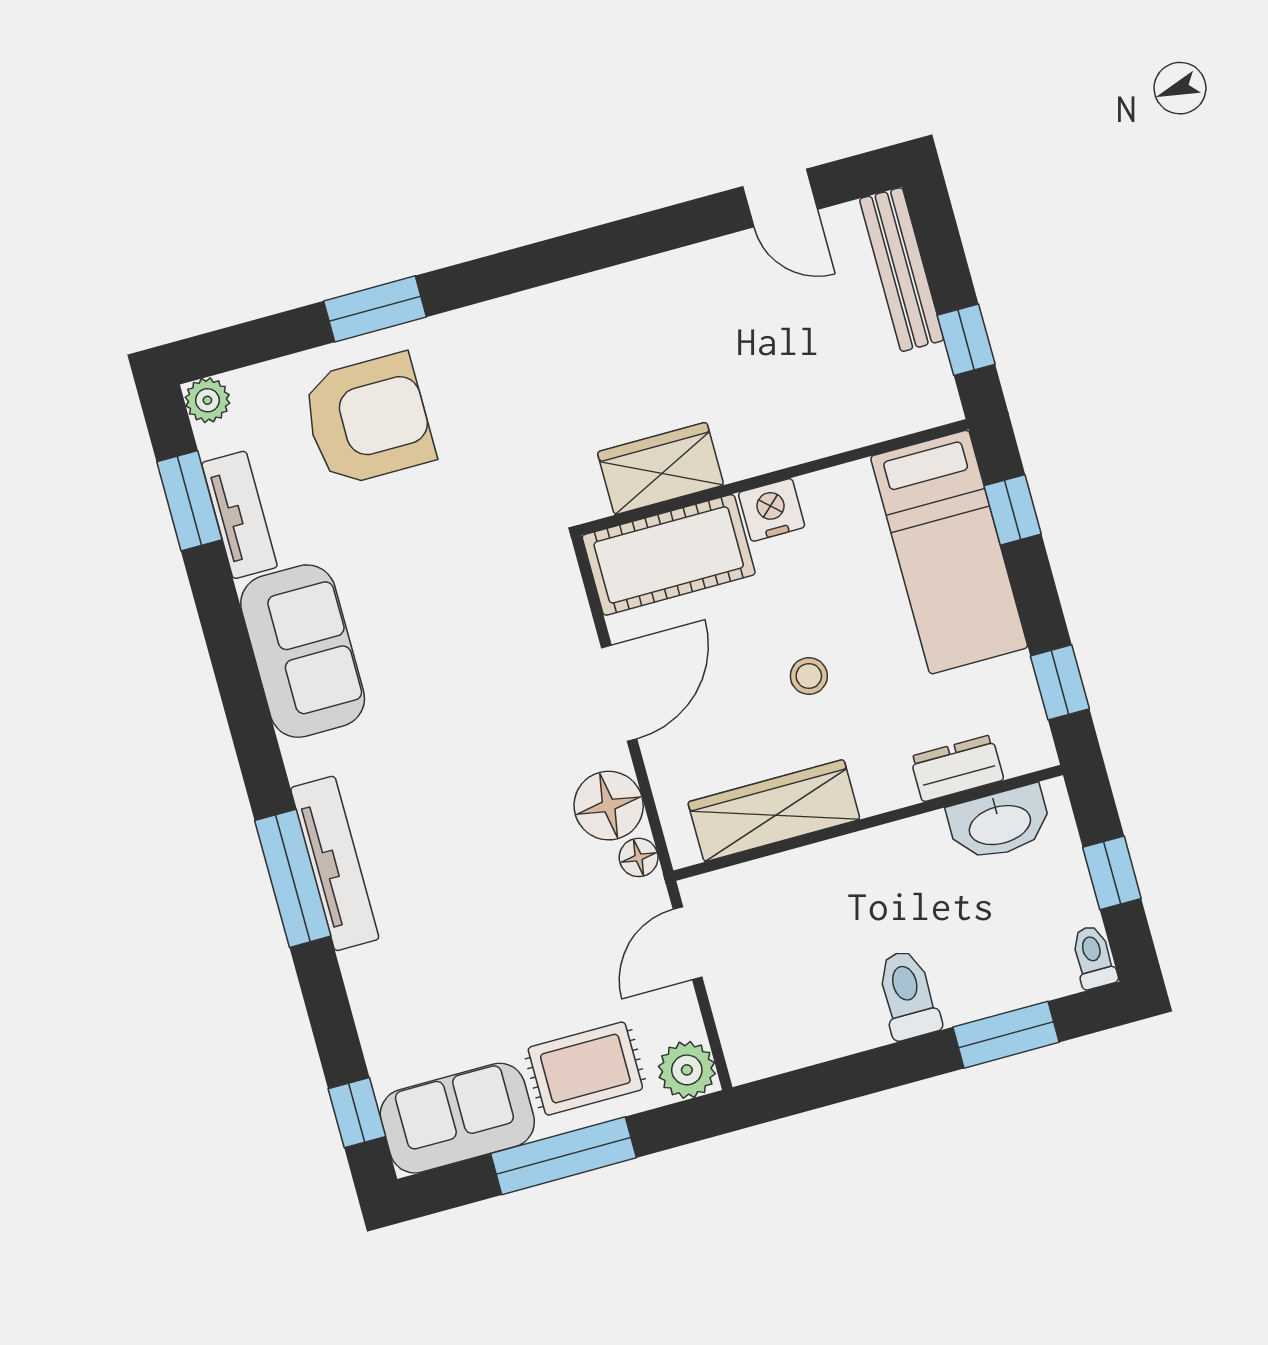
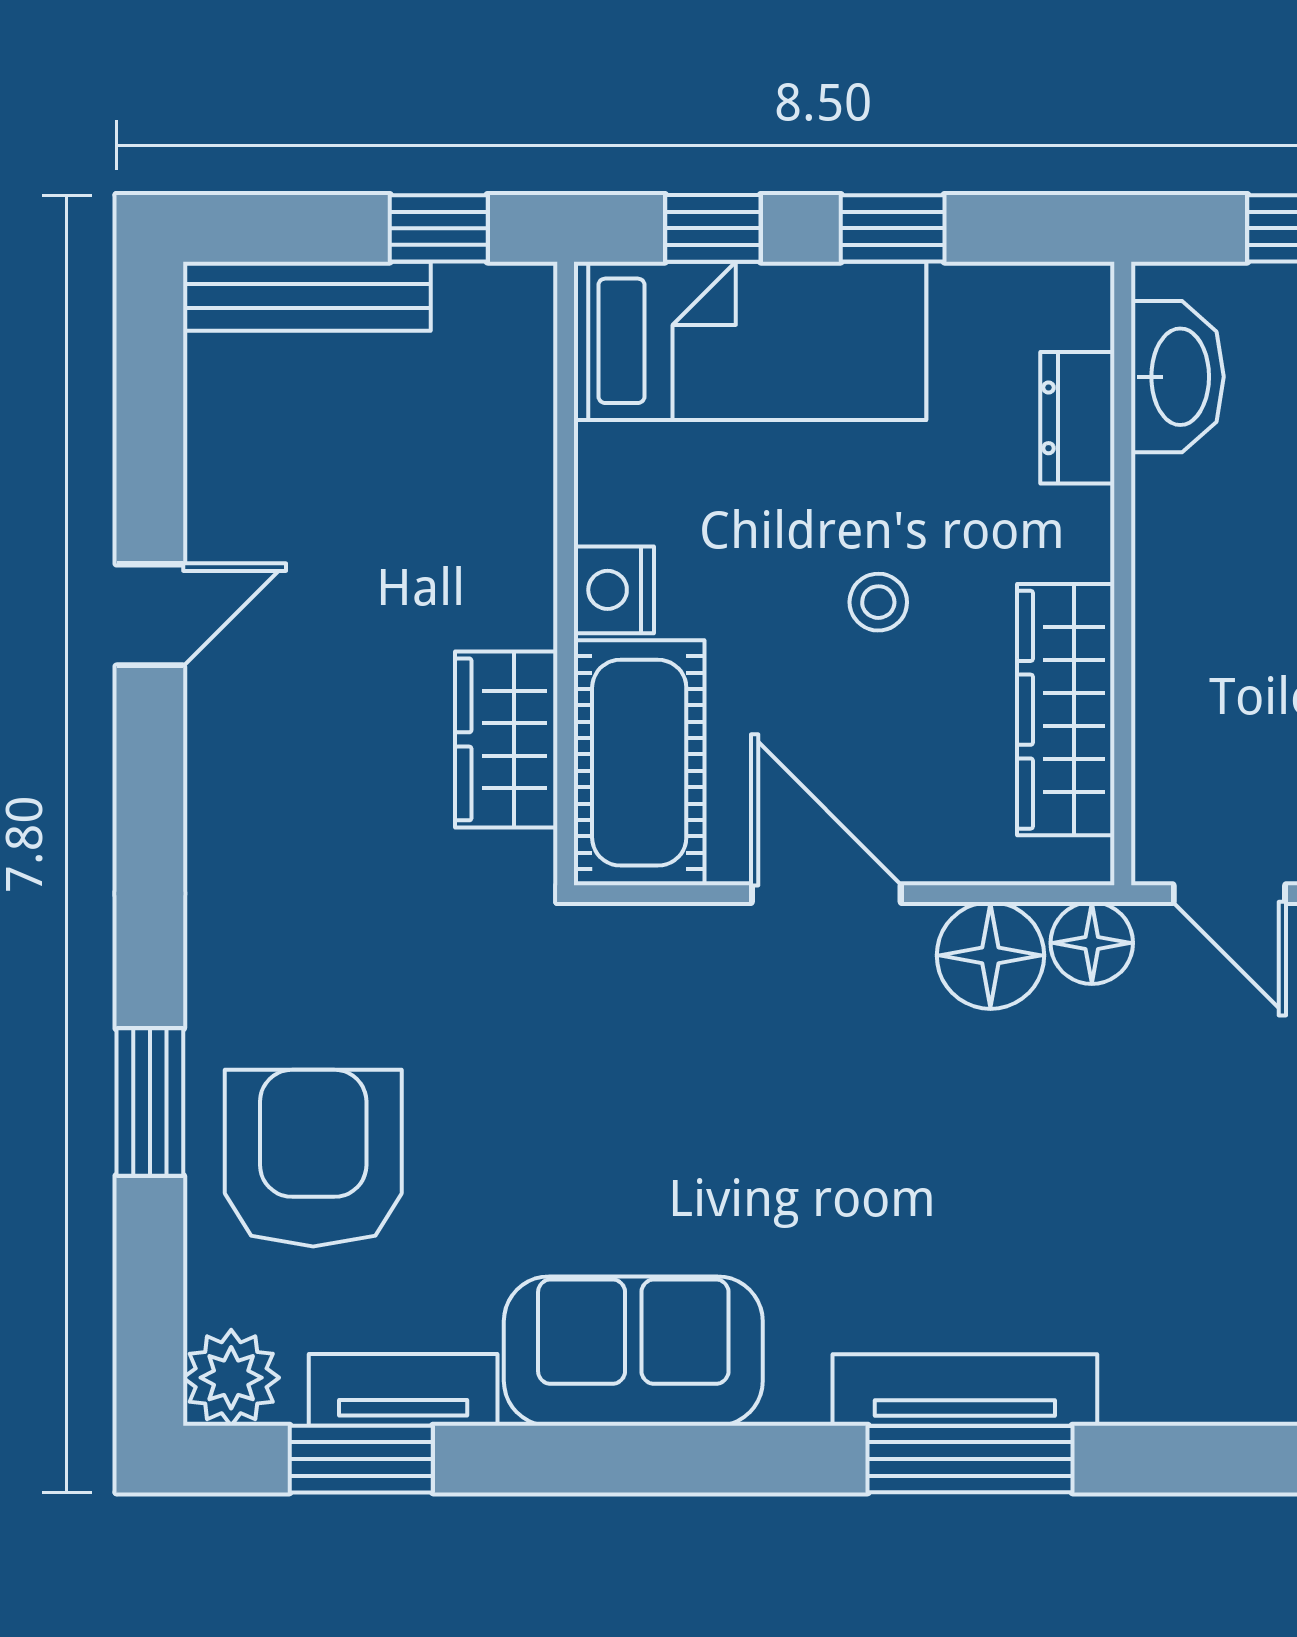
door: (780, 198) -> (150, 615), moved
plant: (207, 400) -> (231, 1378), width x1.38, depth x1.38
window: (1060, 682) -> (893, 228), moved
floor lamp: (639, 857) -> (1092, 943), width x1.37, depth x1.37

